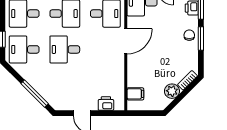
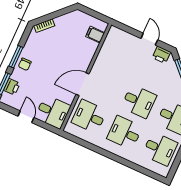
plant: (172, 91) -> (62, 22), removed
printer: (106, 104) -> (161, 55), moved

